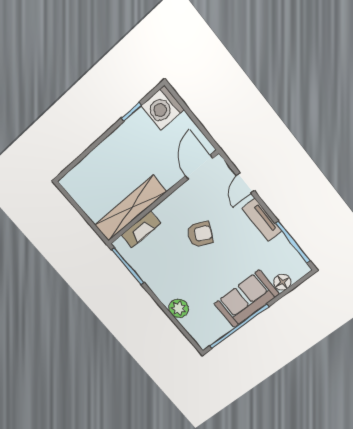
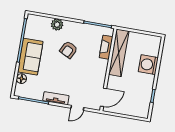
washing machine: (163, 108) -> (148, 65), moved, turned -90
door: (199, 167) -> (104, 97), hinge flipped
door: (245, 183) -> (77, 108), swing flipped
armchair: (200, 234) -> (68, 50), moved

